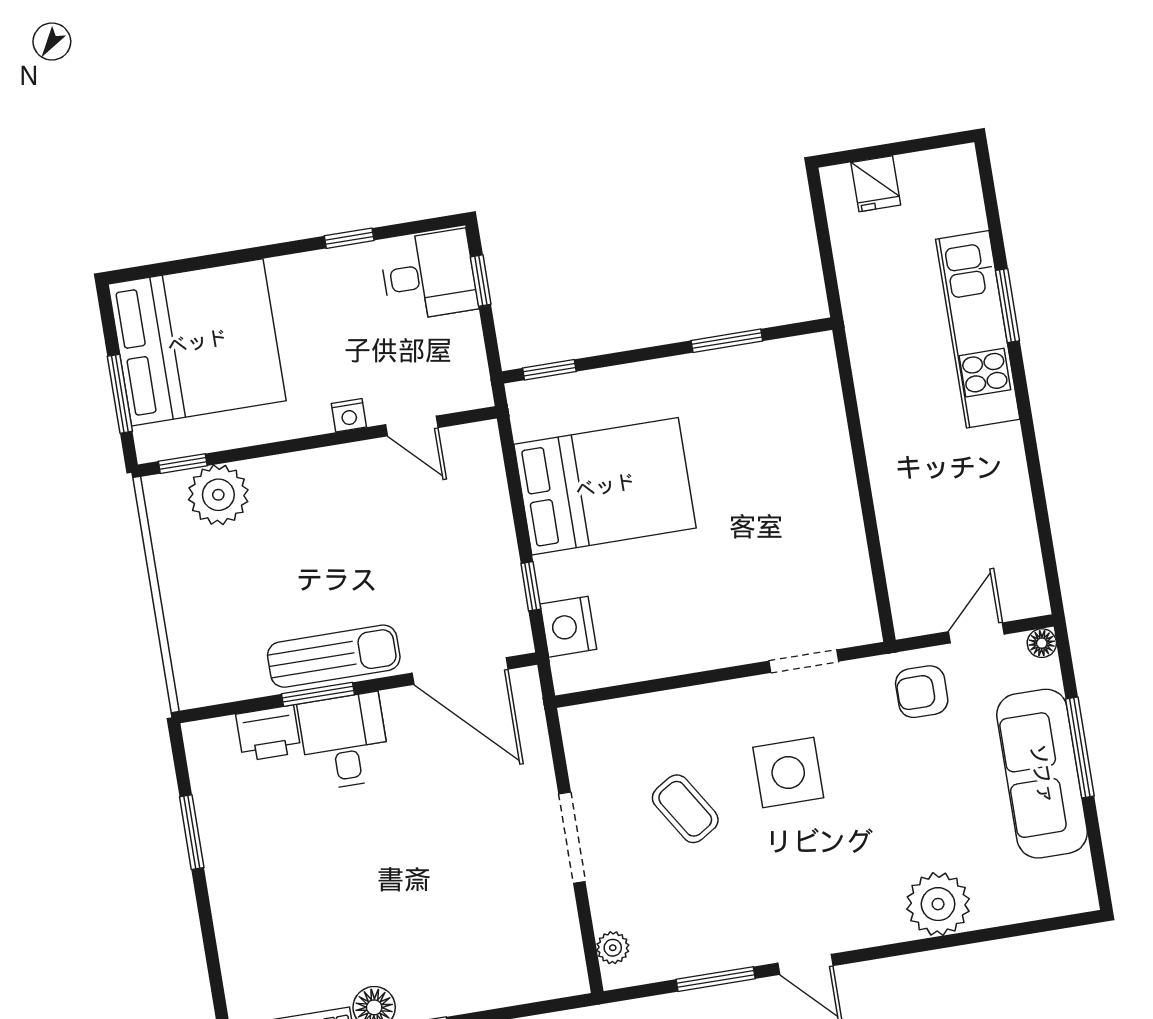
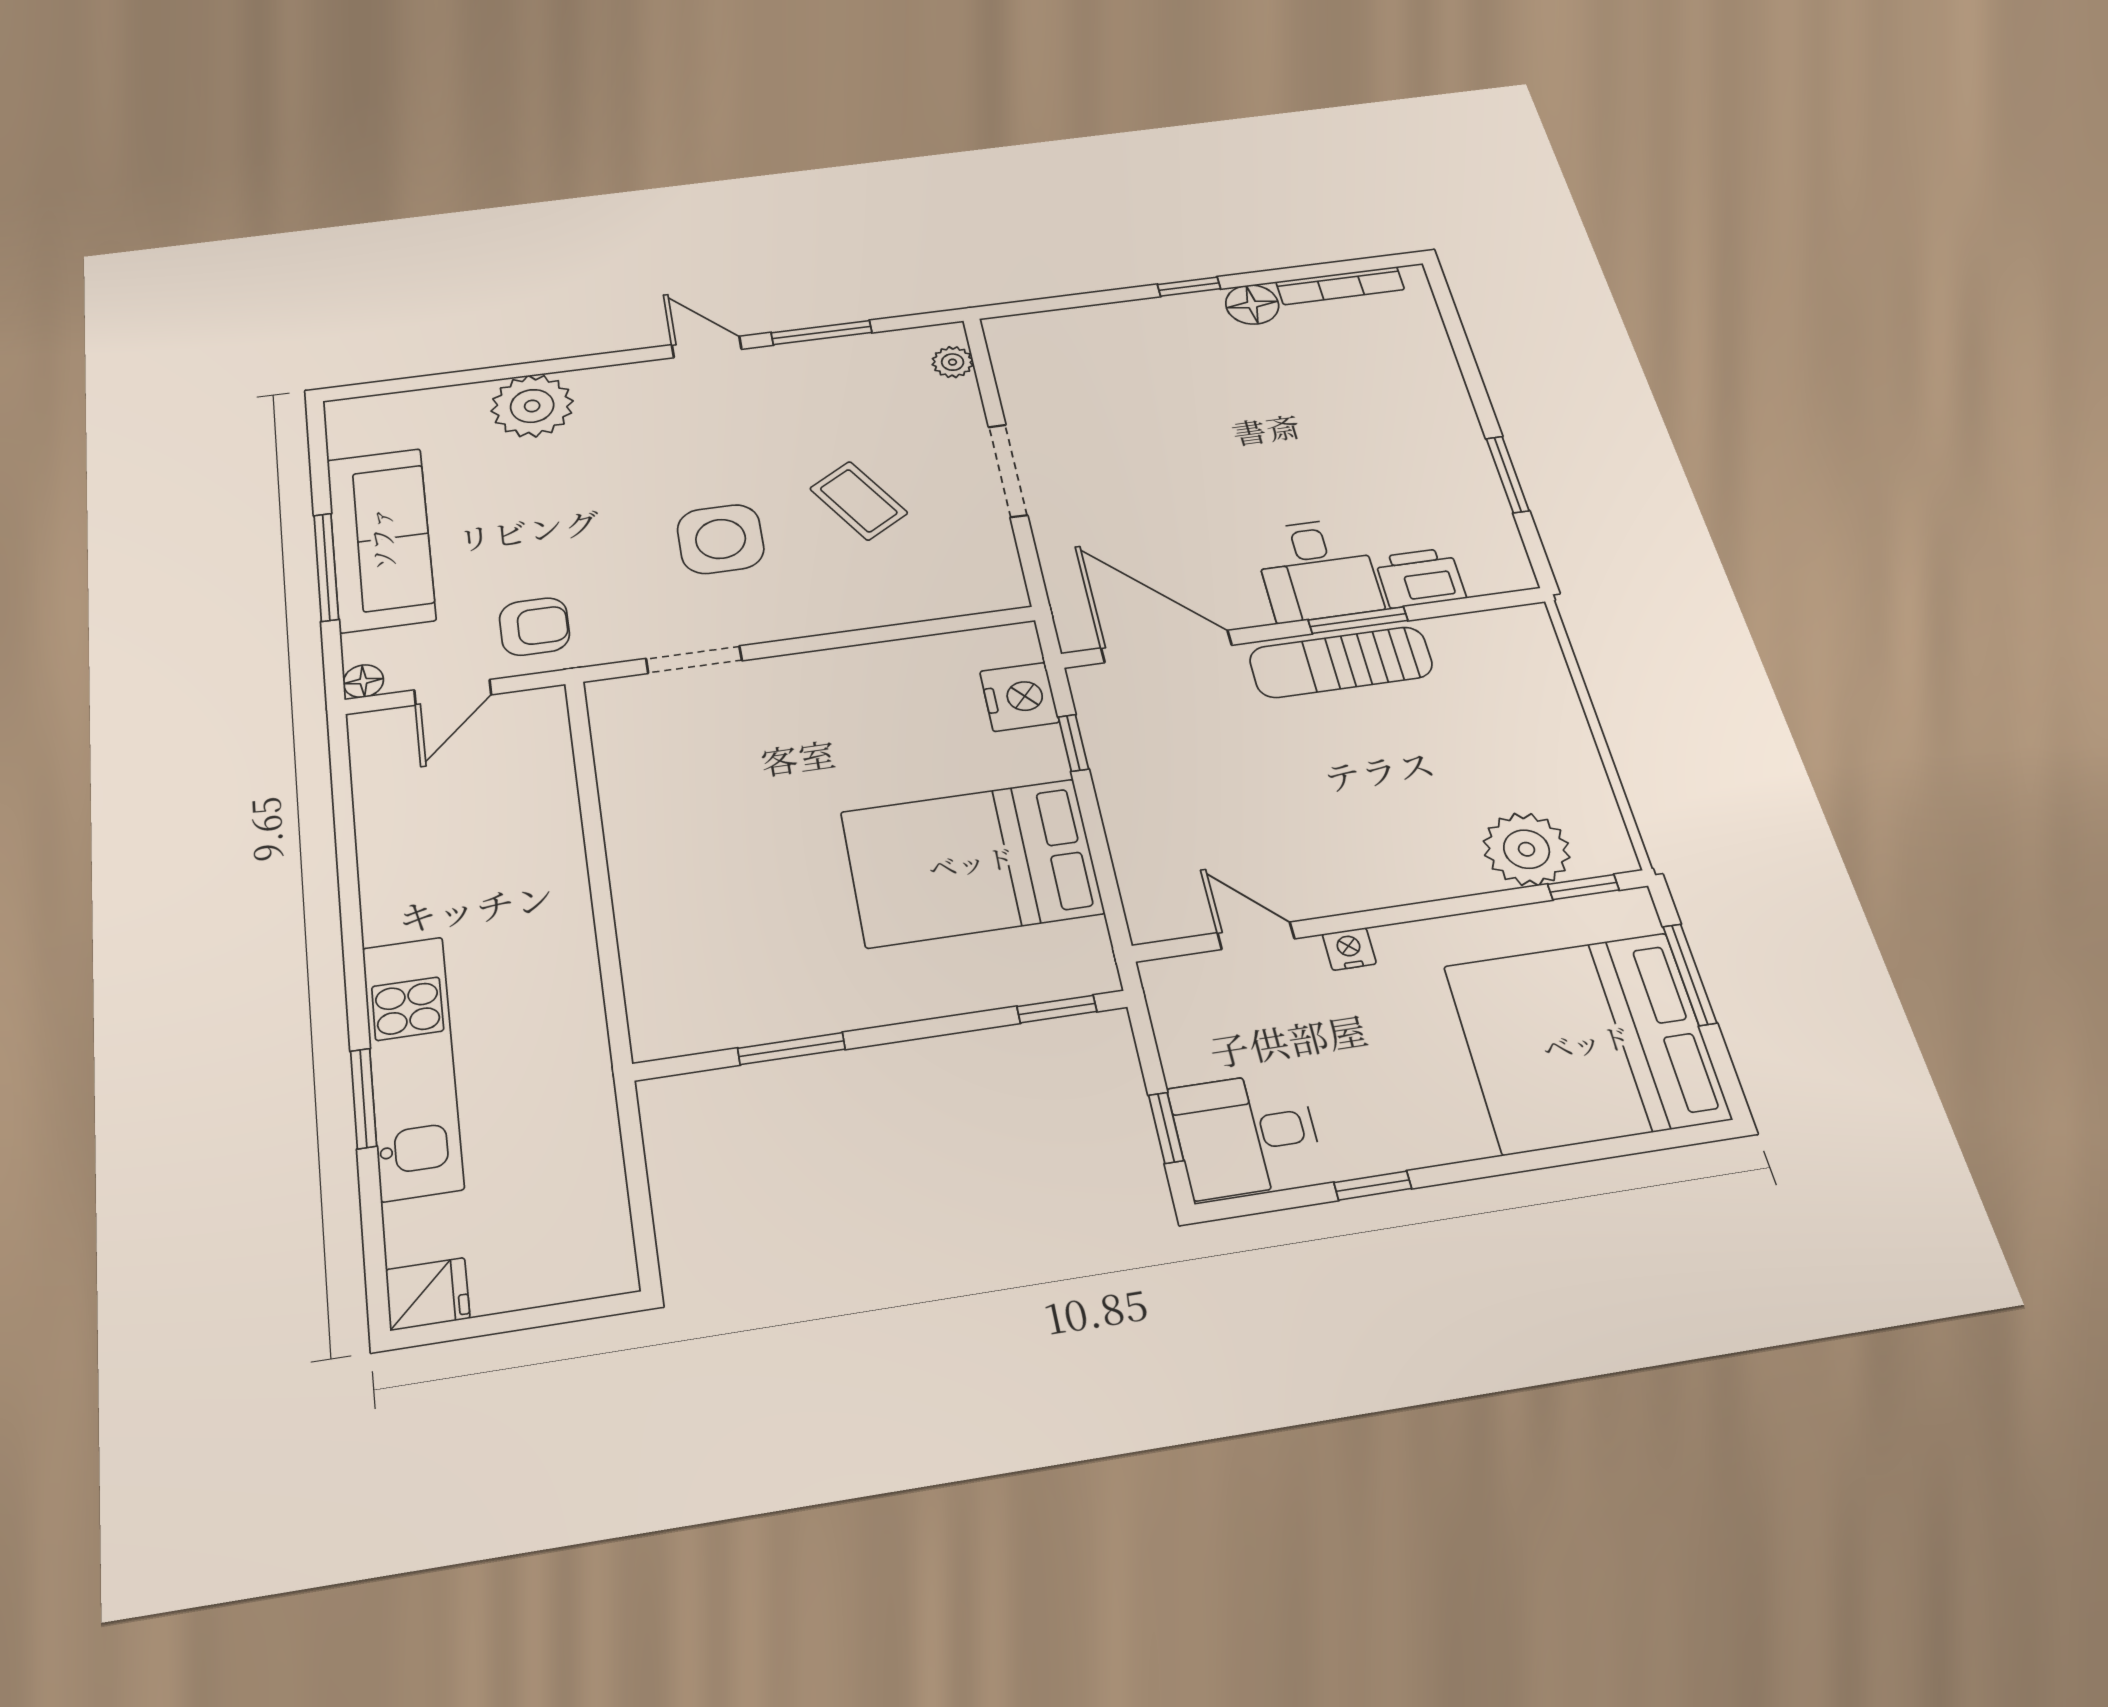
fridge: (876, 184) -> (428, 1294), moved, turned 90

